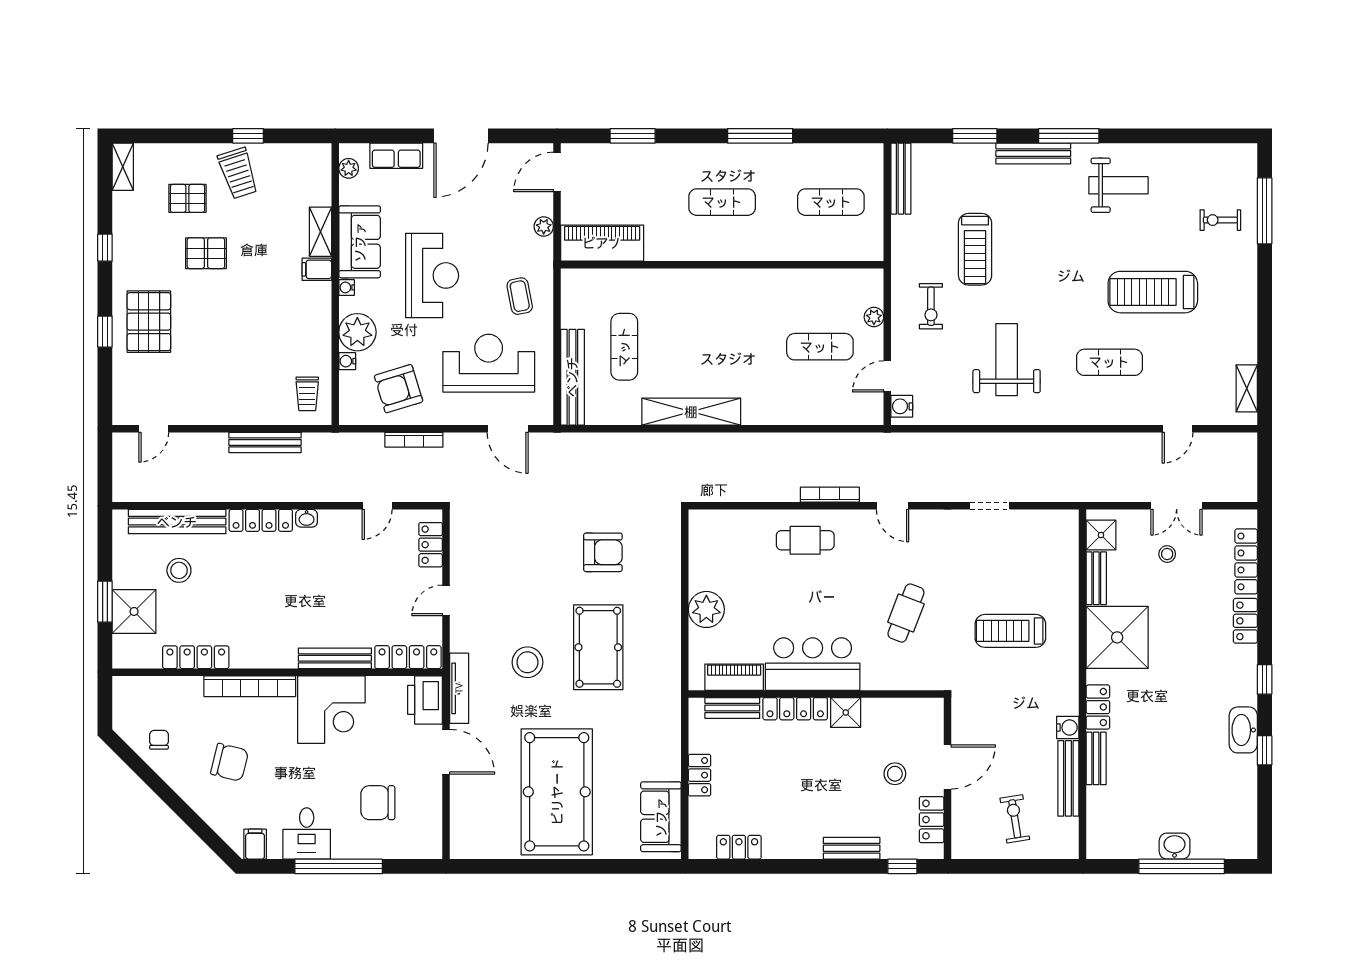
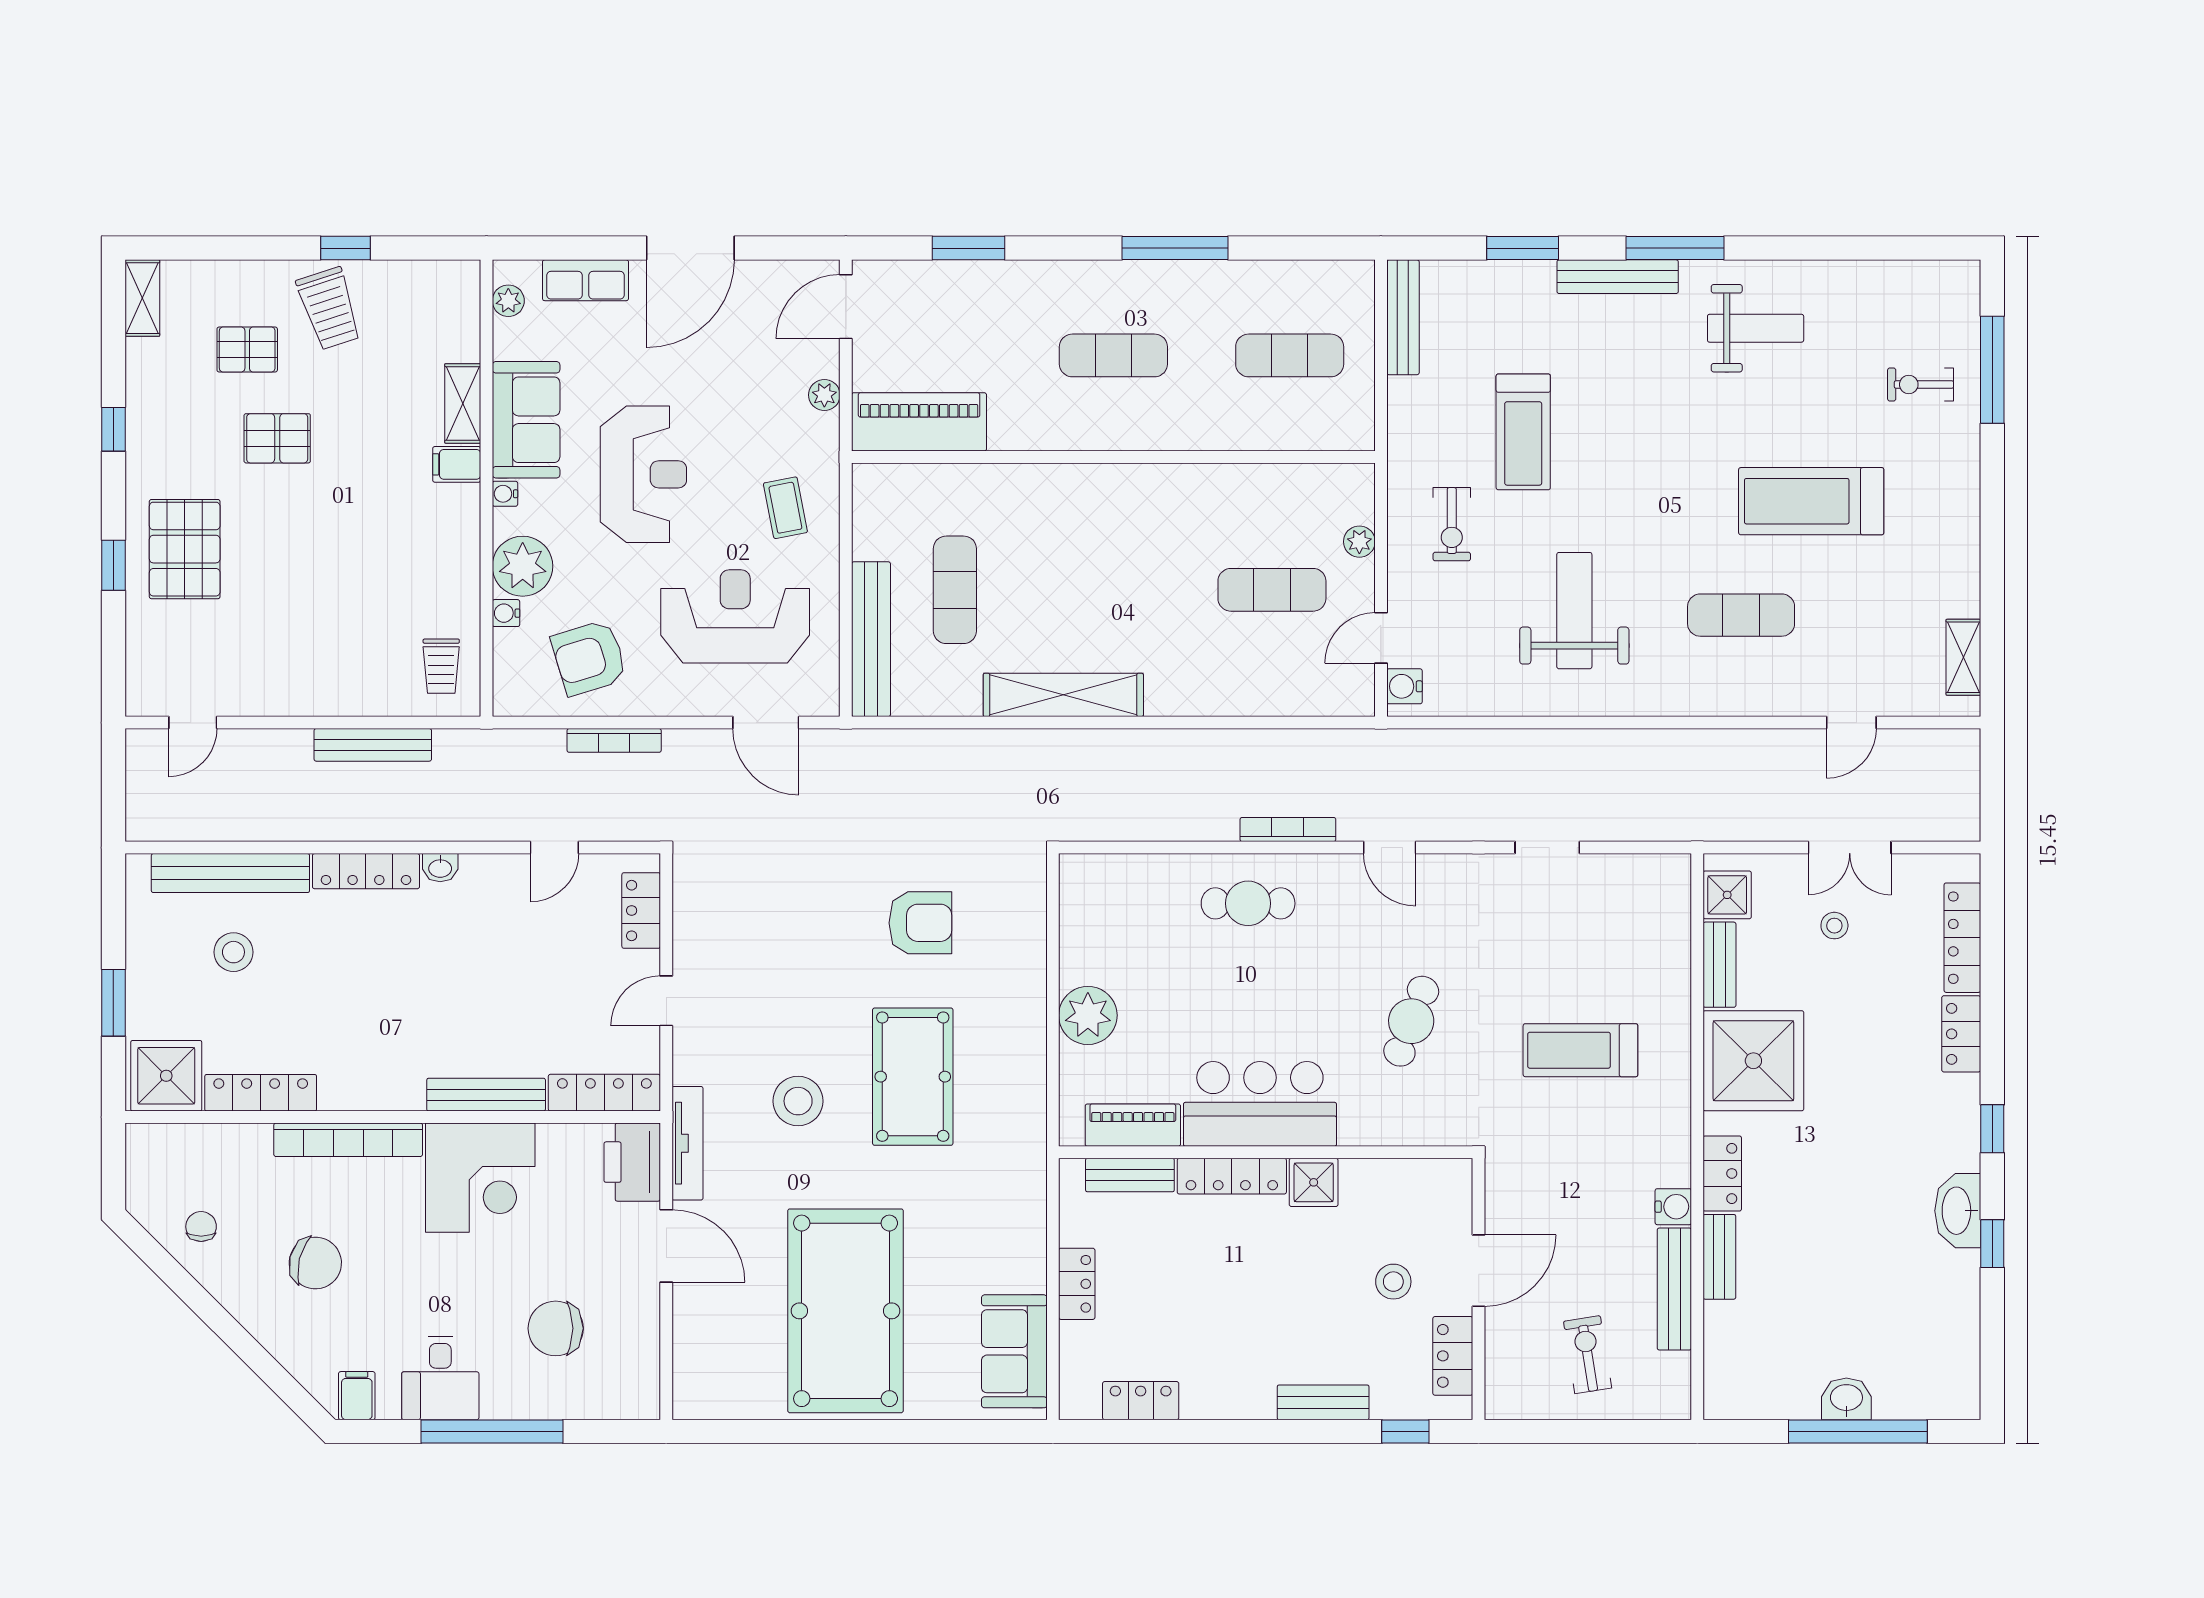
shower: (134, 611) -> (166, 1076), moved

